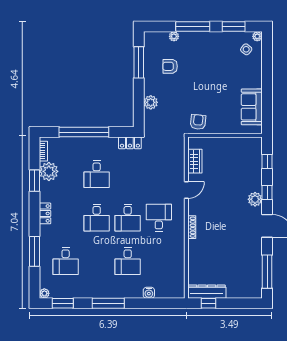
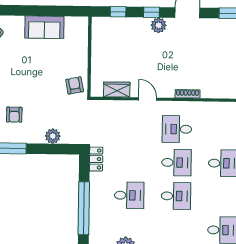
sofa: (252, 107) -> (44, 27), moved
armchair: (198, 122) -> (75, 85), turned 73

